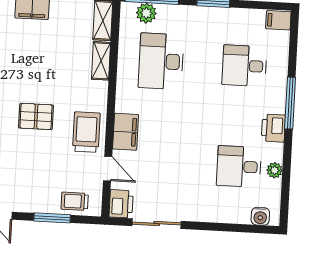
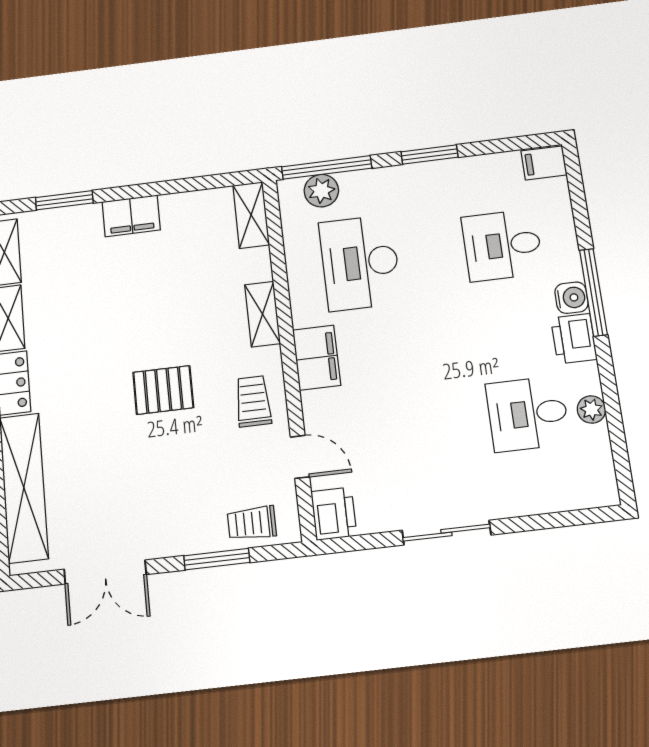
shelving: (101, 61) -> (263, 314), moved
trolley: (86, 132) -> (253, 401), width x0.73, depth x0.72
filing cabinet: (126, 132) -> (317, 358), moved
water cooler: (260, 216) -> (571, 298), moved, turned -90
sliding door: (157, 224) -> (446, 533), moved

